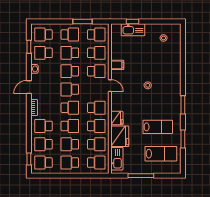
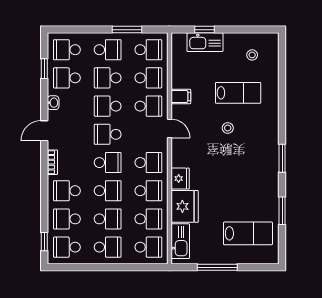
lab bench: (158, 127) -> (238, 93), moved
school desk: (70, 144) -> (108, 219), turned 180
school desk: (70, 163) -> (108, 247), turned 180

